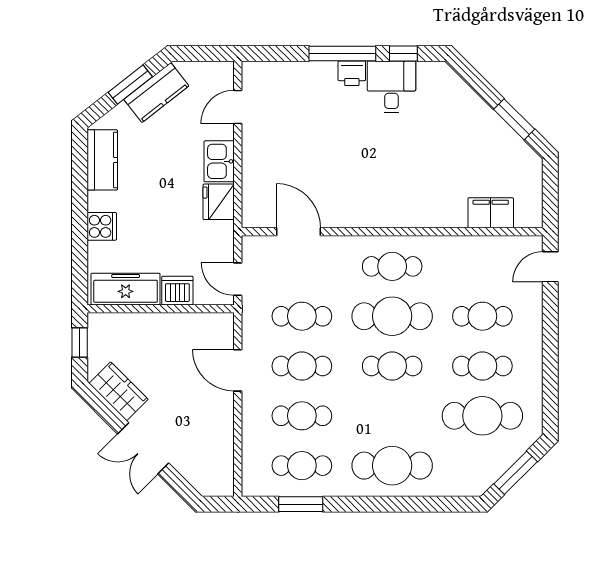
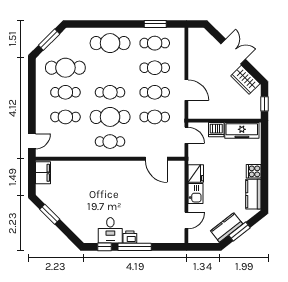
filing cabinet: (491, 213) -> (43, 173), moved, turned -90
cooker: (102, 226) -> (254, 171), moved

